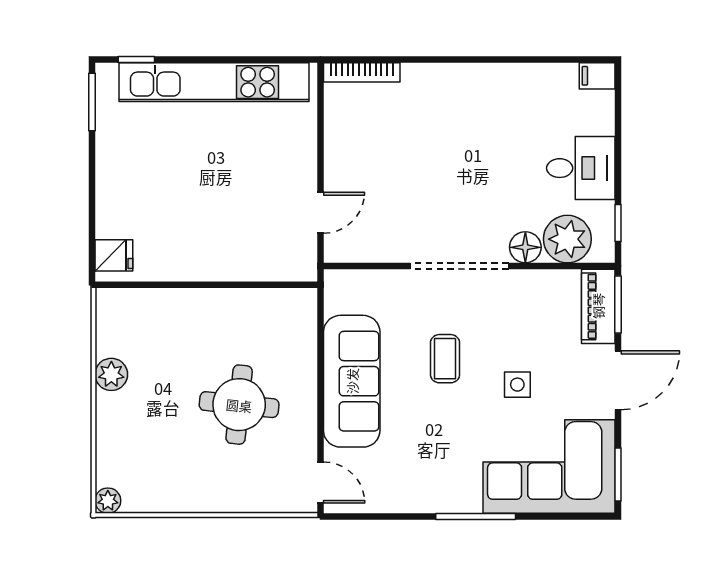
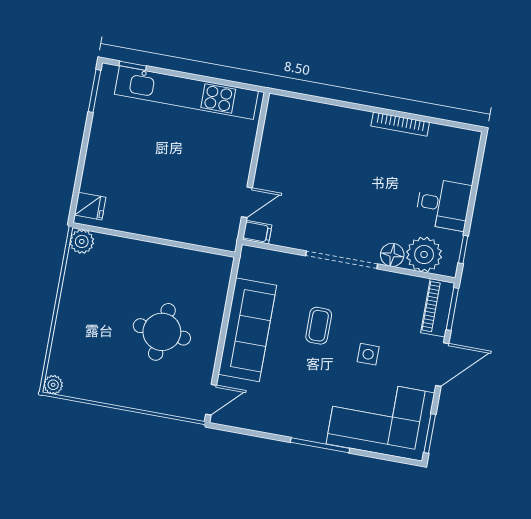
bookcase: (362, 72) -> (400, 124), moved
filing cabinet: (597, 76) -> (257, 232), moved, turned 180
plant: (111, 374) -> (82, 241), moved
door: (321, 483) -> (211, 400), hinge flipped

